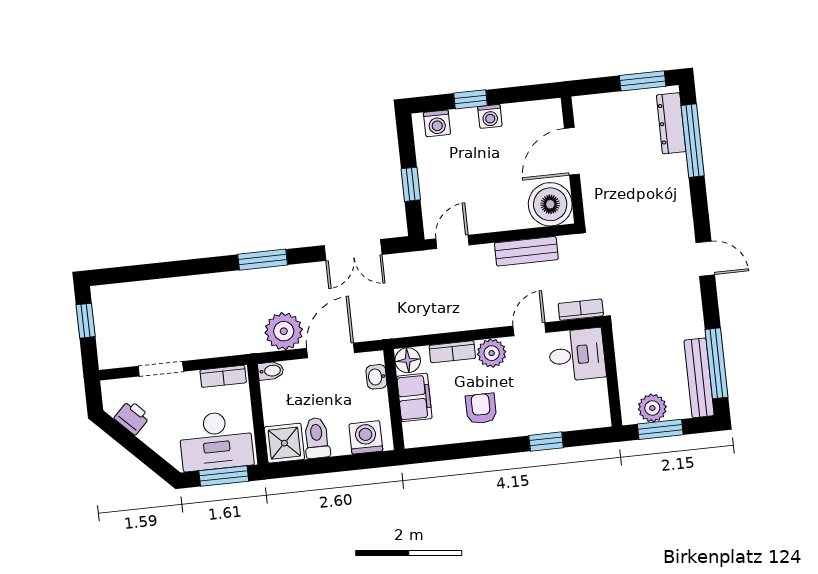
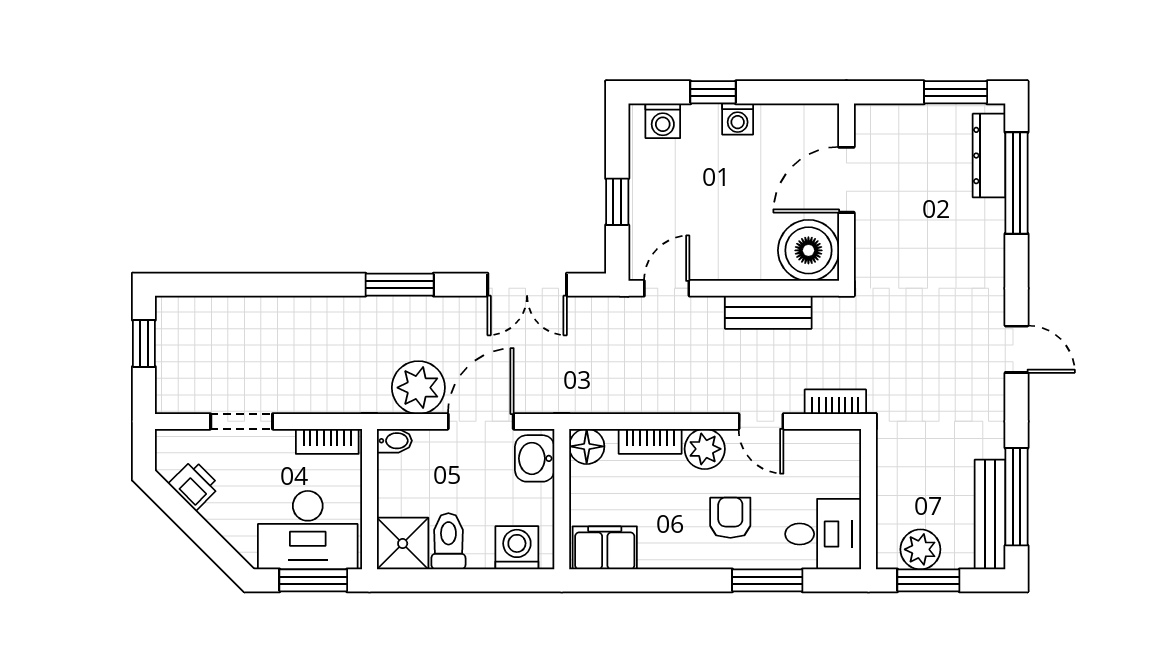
door: (529, 329) -> (761, 421), swing flipped
desk: (577, 355) -> (823, 534), moved
washbasin: (376, 377) -> (535, 458), width x1.38, depth x1.45
filing cabinet: (414, 397) -> (605, 548), moved, turned -90
armchair: (481, 409) -> (730, 518), moved
window: (546, 442) -> (767, 580), width x1.50

